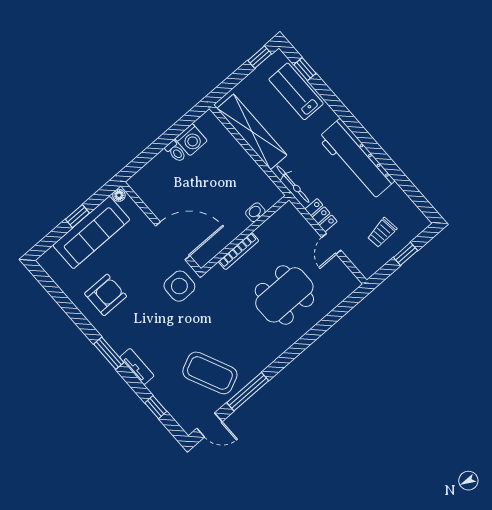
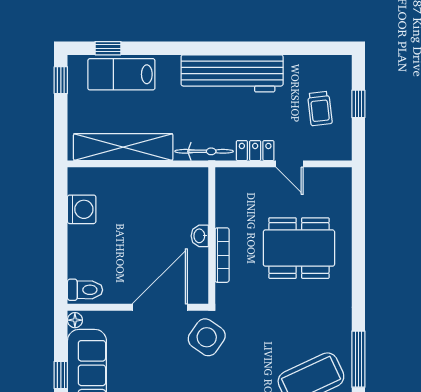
toilet: (176, 152) -> (85, 290), moved, width x1.37, depth x1.39
washbasin: (255, 212) -> (200, 236), moved
side table: (179, 286) -> (207, 337), turned 35
dining table: (284, 295) -> (299, 248), turned 90

